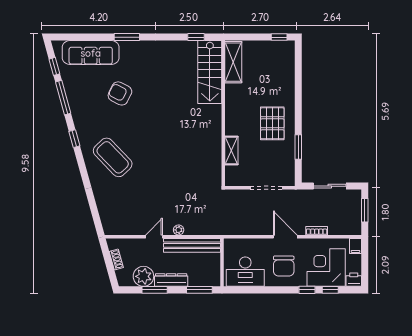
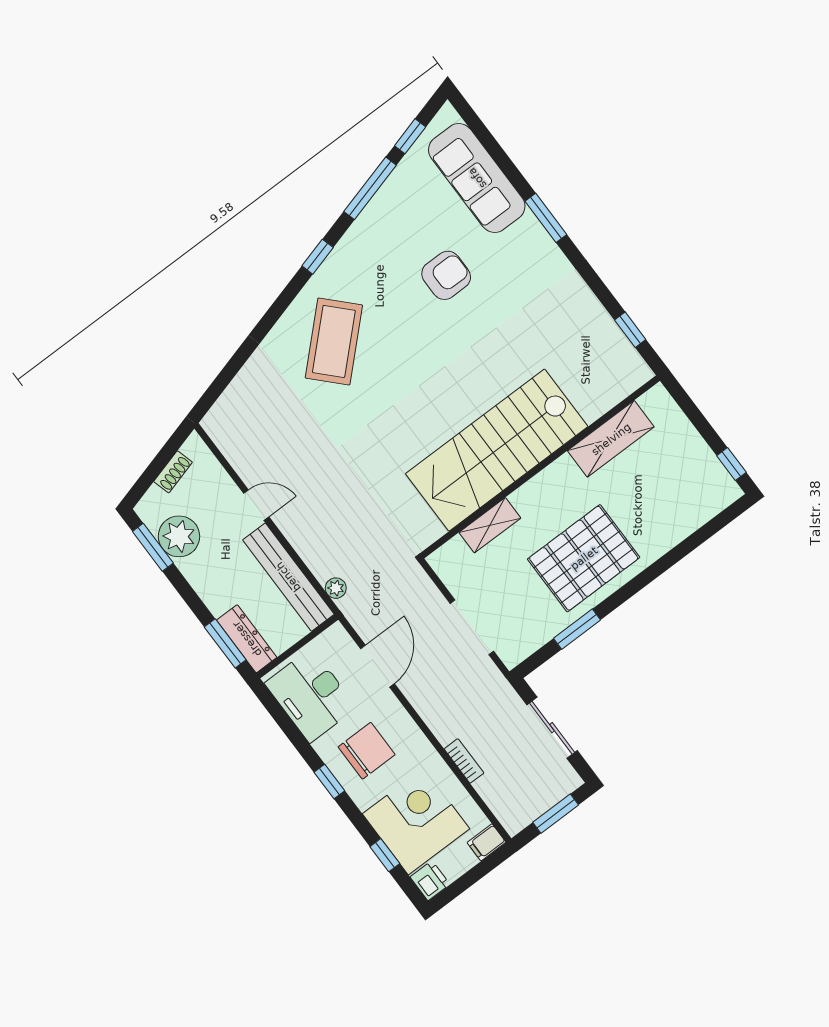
shelving: (233, 62) -> (611, 439), moved
stairs: (210, 72) -> (497, 450), moved, width x1.36, depth x1.51
armchair: (120, 93) -> (446, 275), turned 63
pallet: (272, 123) -> (584, 558), width x1.37, depth x1.41
plant: (179, 230) -> (336, 588), moved
door: (285, 237) -> (377, 666), moved
chair: (284, 266) -> (367, 751), turned 180
dresser: (171, 280) -> (247, 639), moved
window: (155, 290) -> (153, 547), moved
window: (307, 290) -> (329, 782), moved

